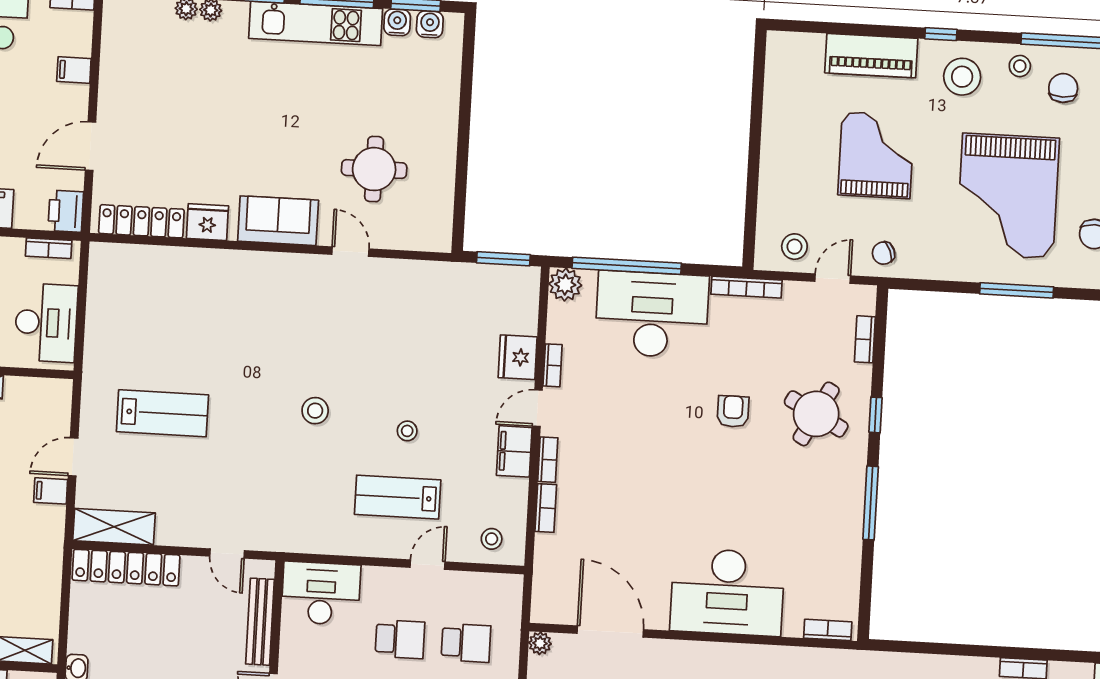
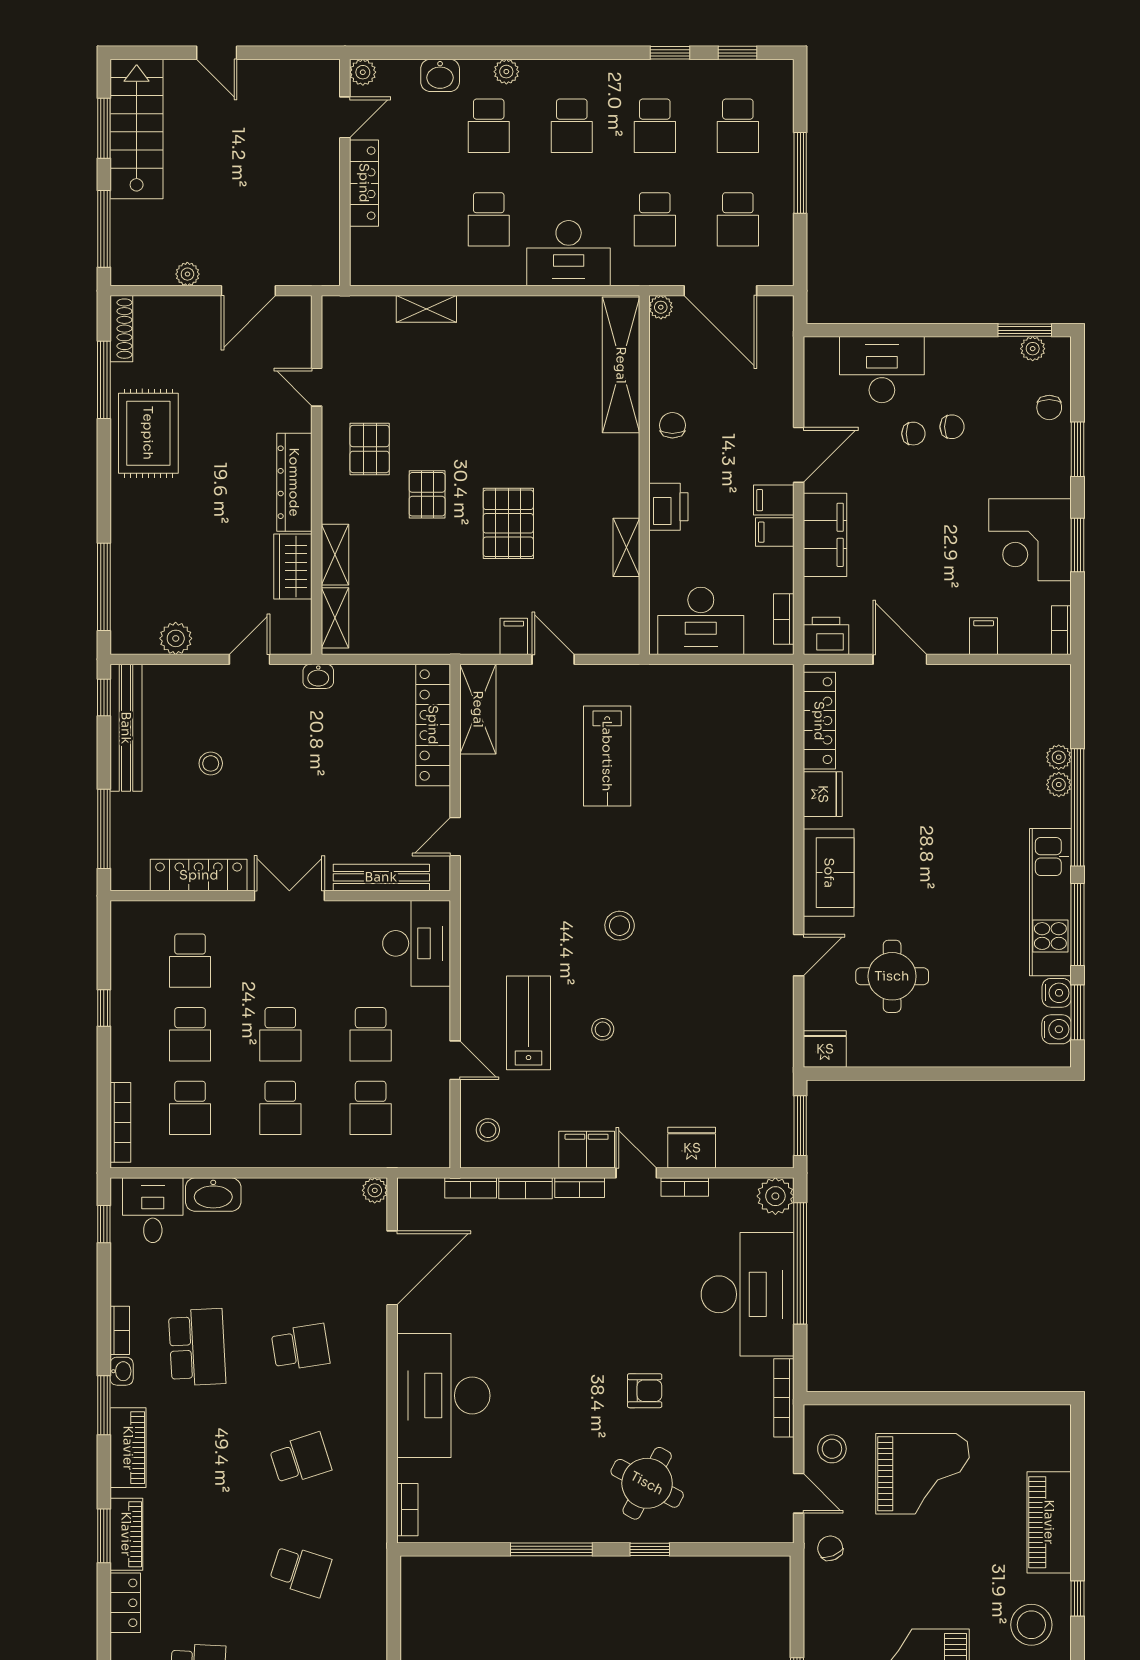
grand piano: (876, 155) -> (922, 1474), moved
fridge: (436, 233) -> (825, 1049), added
bookcase: (865, 339) -> (471, 1188), moved, turned 180

